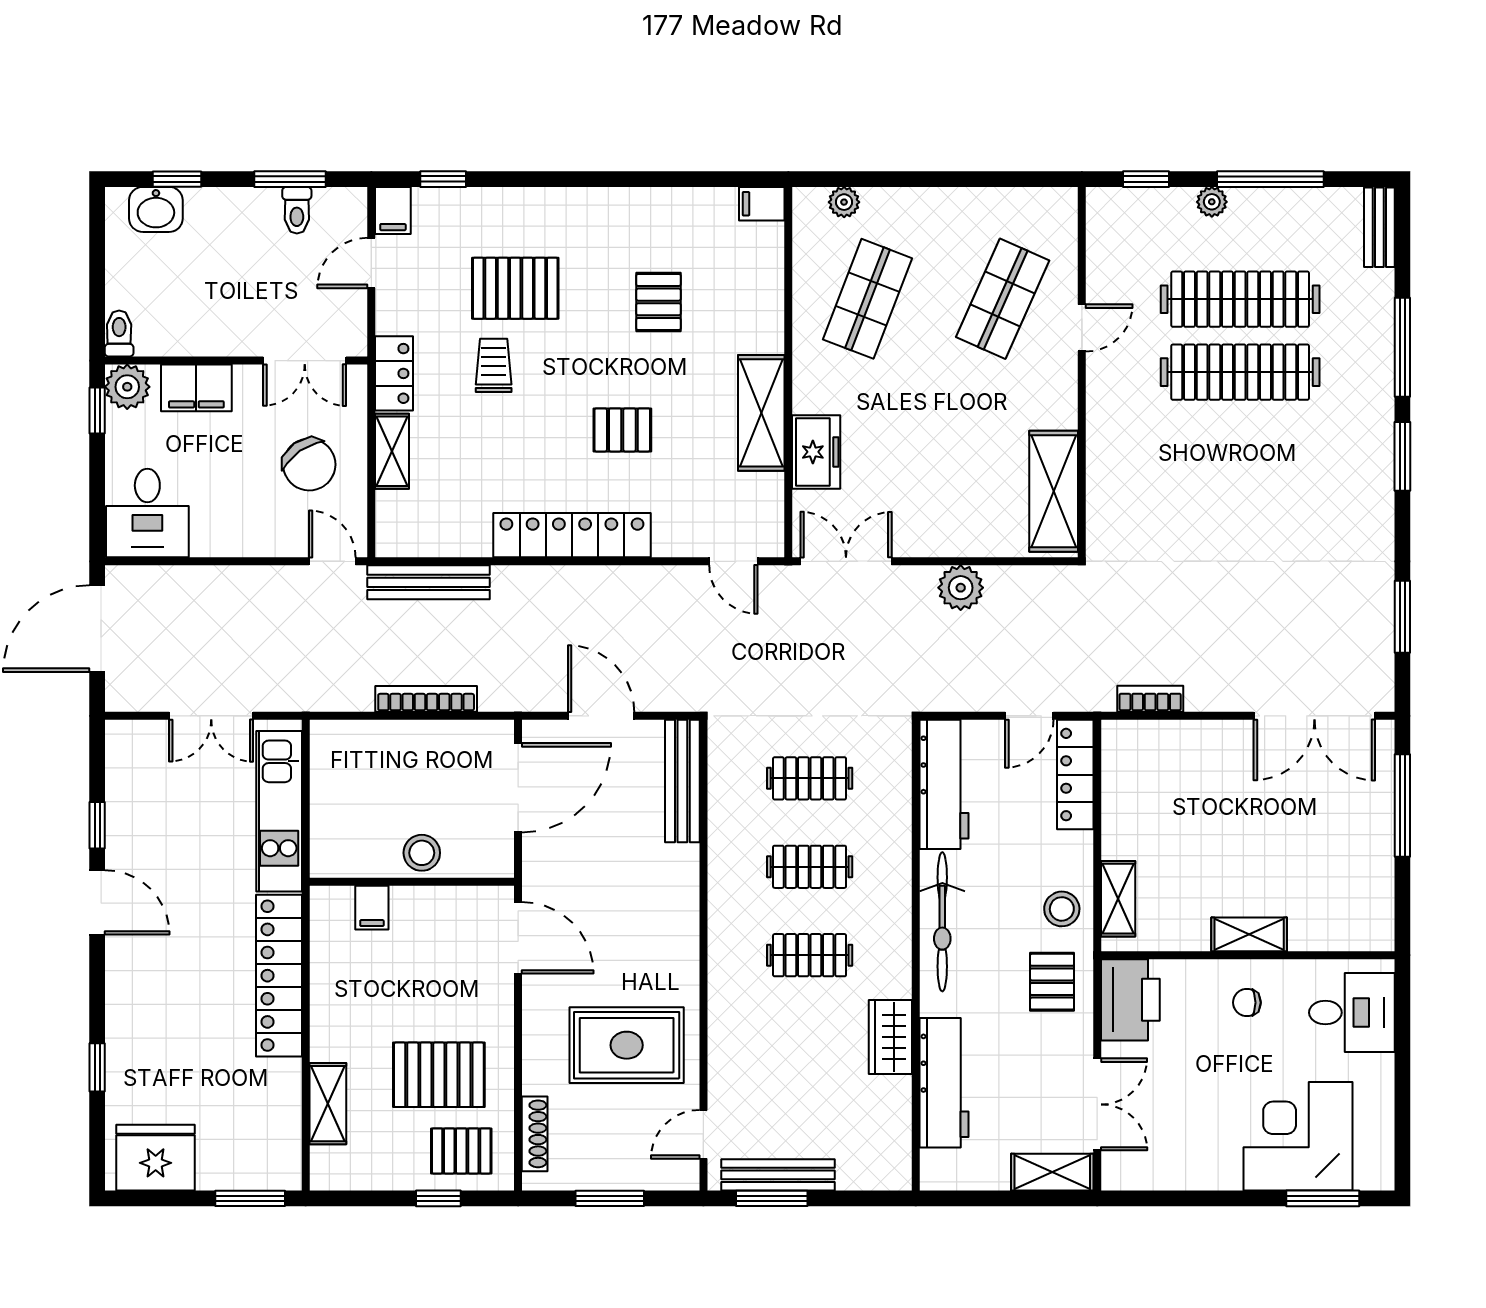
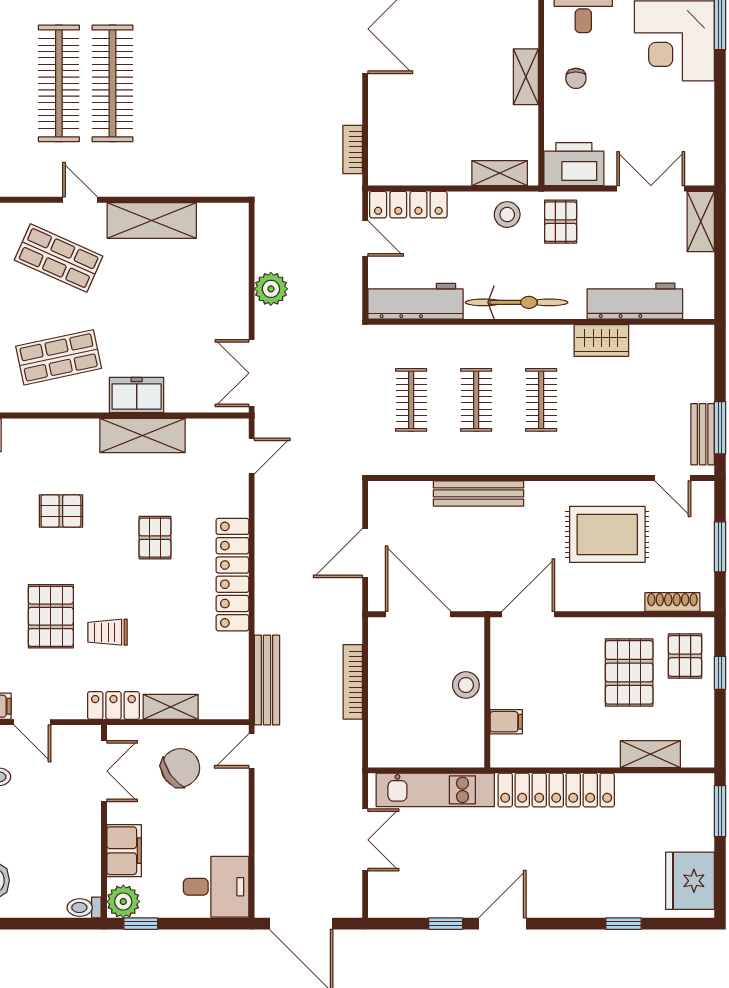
shop shelf: (868, 299) -> (59, 357), turned -33
freezer: (816, 452) -> (137, 395), moved
shelving: (1054, 491) -> (152, 220), moved
bench: (682, 781) -> (479, 493), moved
pallet: (1052, 982) -> (561, 222), turned 90
rug: (627, 1045) -> (607, 534), turned 90
bench: (778, 1175) -> (703, 434), width x0.73

